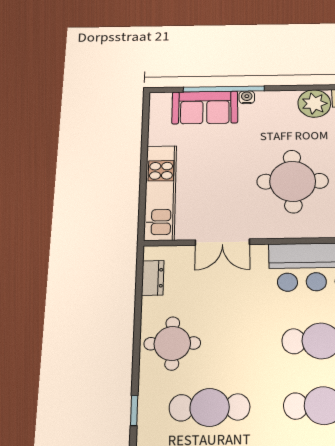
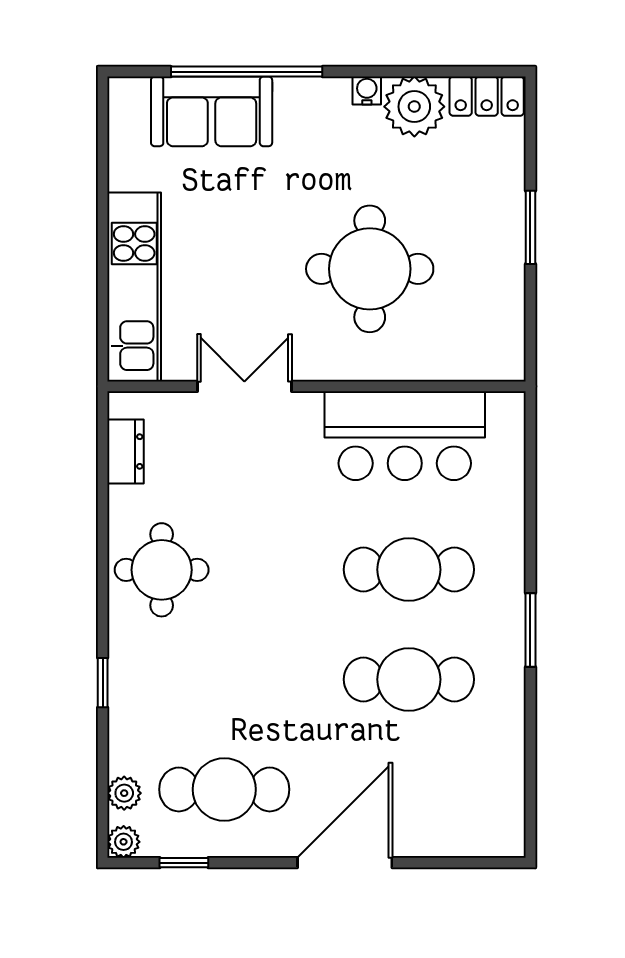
water cooler: (247, 97) -> (367, 91), moved
double door: (222, 242) -> (244, 386), swing flipped
cafe table: (210, 407) -> (224, 679), removed

